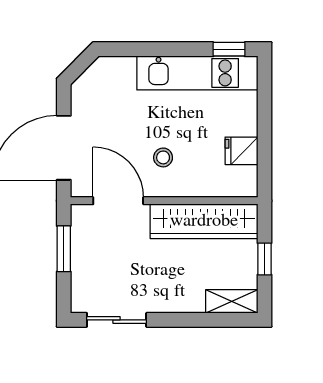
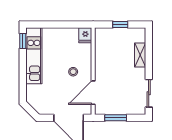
fridge: (241, 151) -> (85, 35), moved
wardrobe: (204, 221) -> (103, 53), removed
shelving: (232, 301) -> (140, 55), moved

